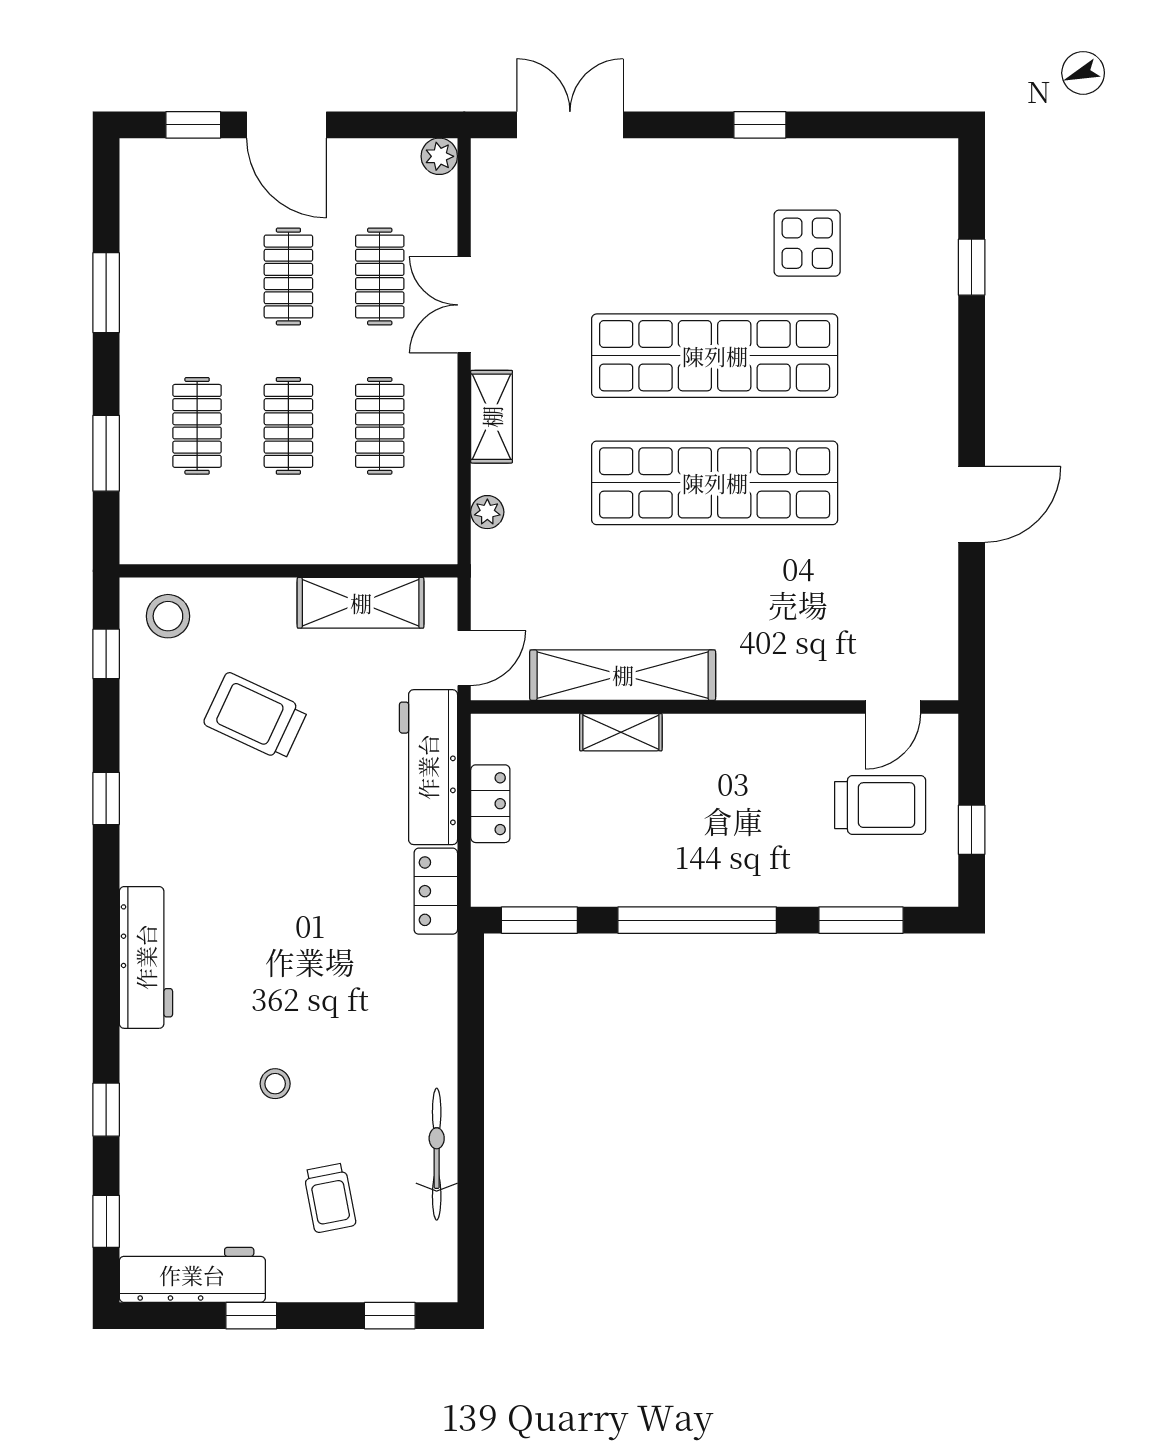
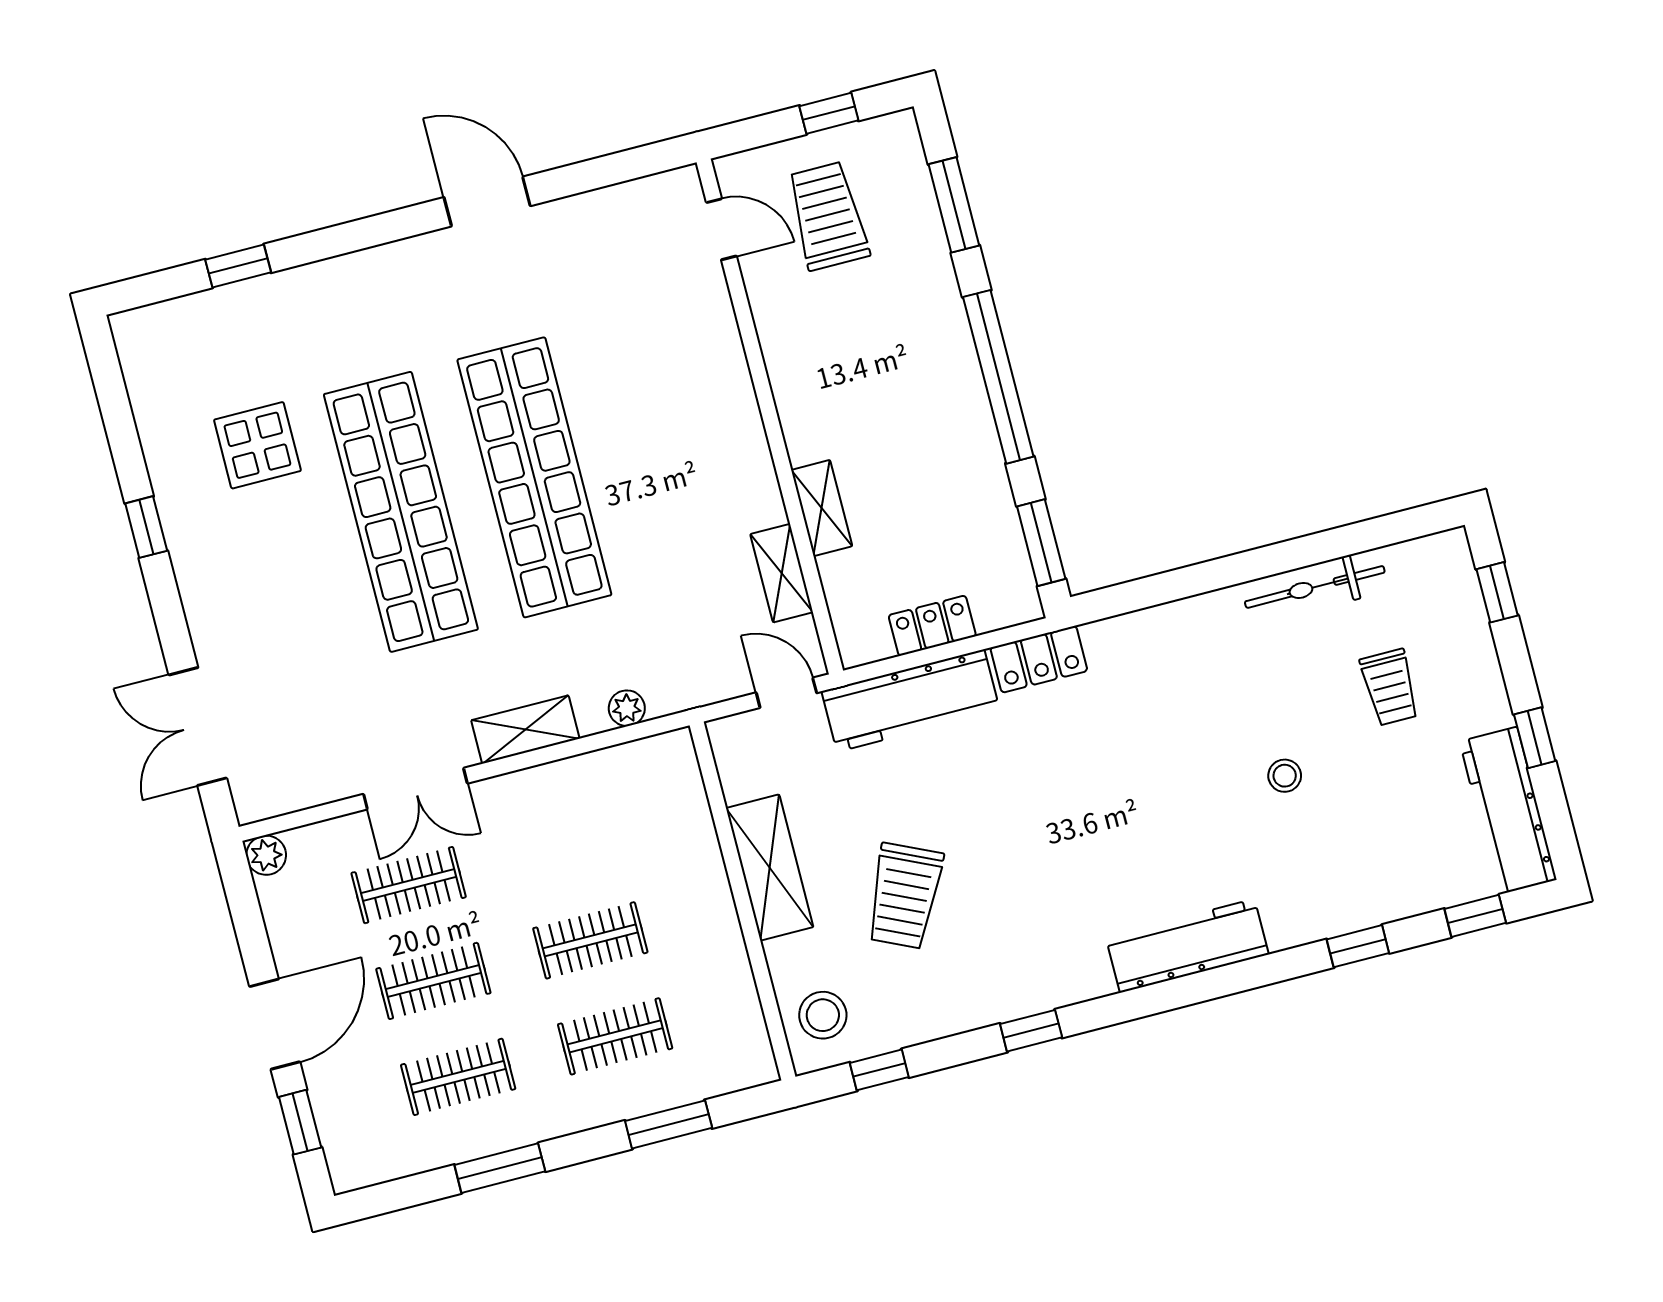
clothes rail: (380, 426) -> (458, 1077), moved
shelving: (361, 603) -> (770, 868), moved
shelving: (623, 675) -> (782, 573), width x0.45, depth x0.75
trolley: (330, 1198) -> (1390, 687), turned 101

